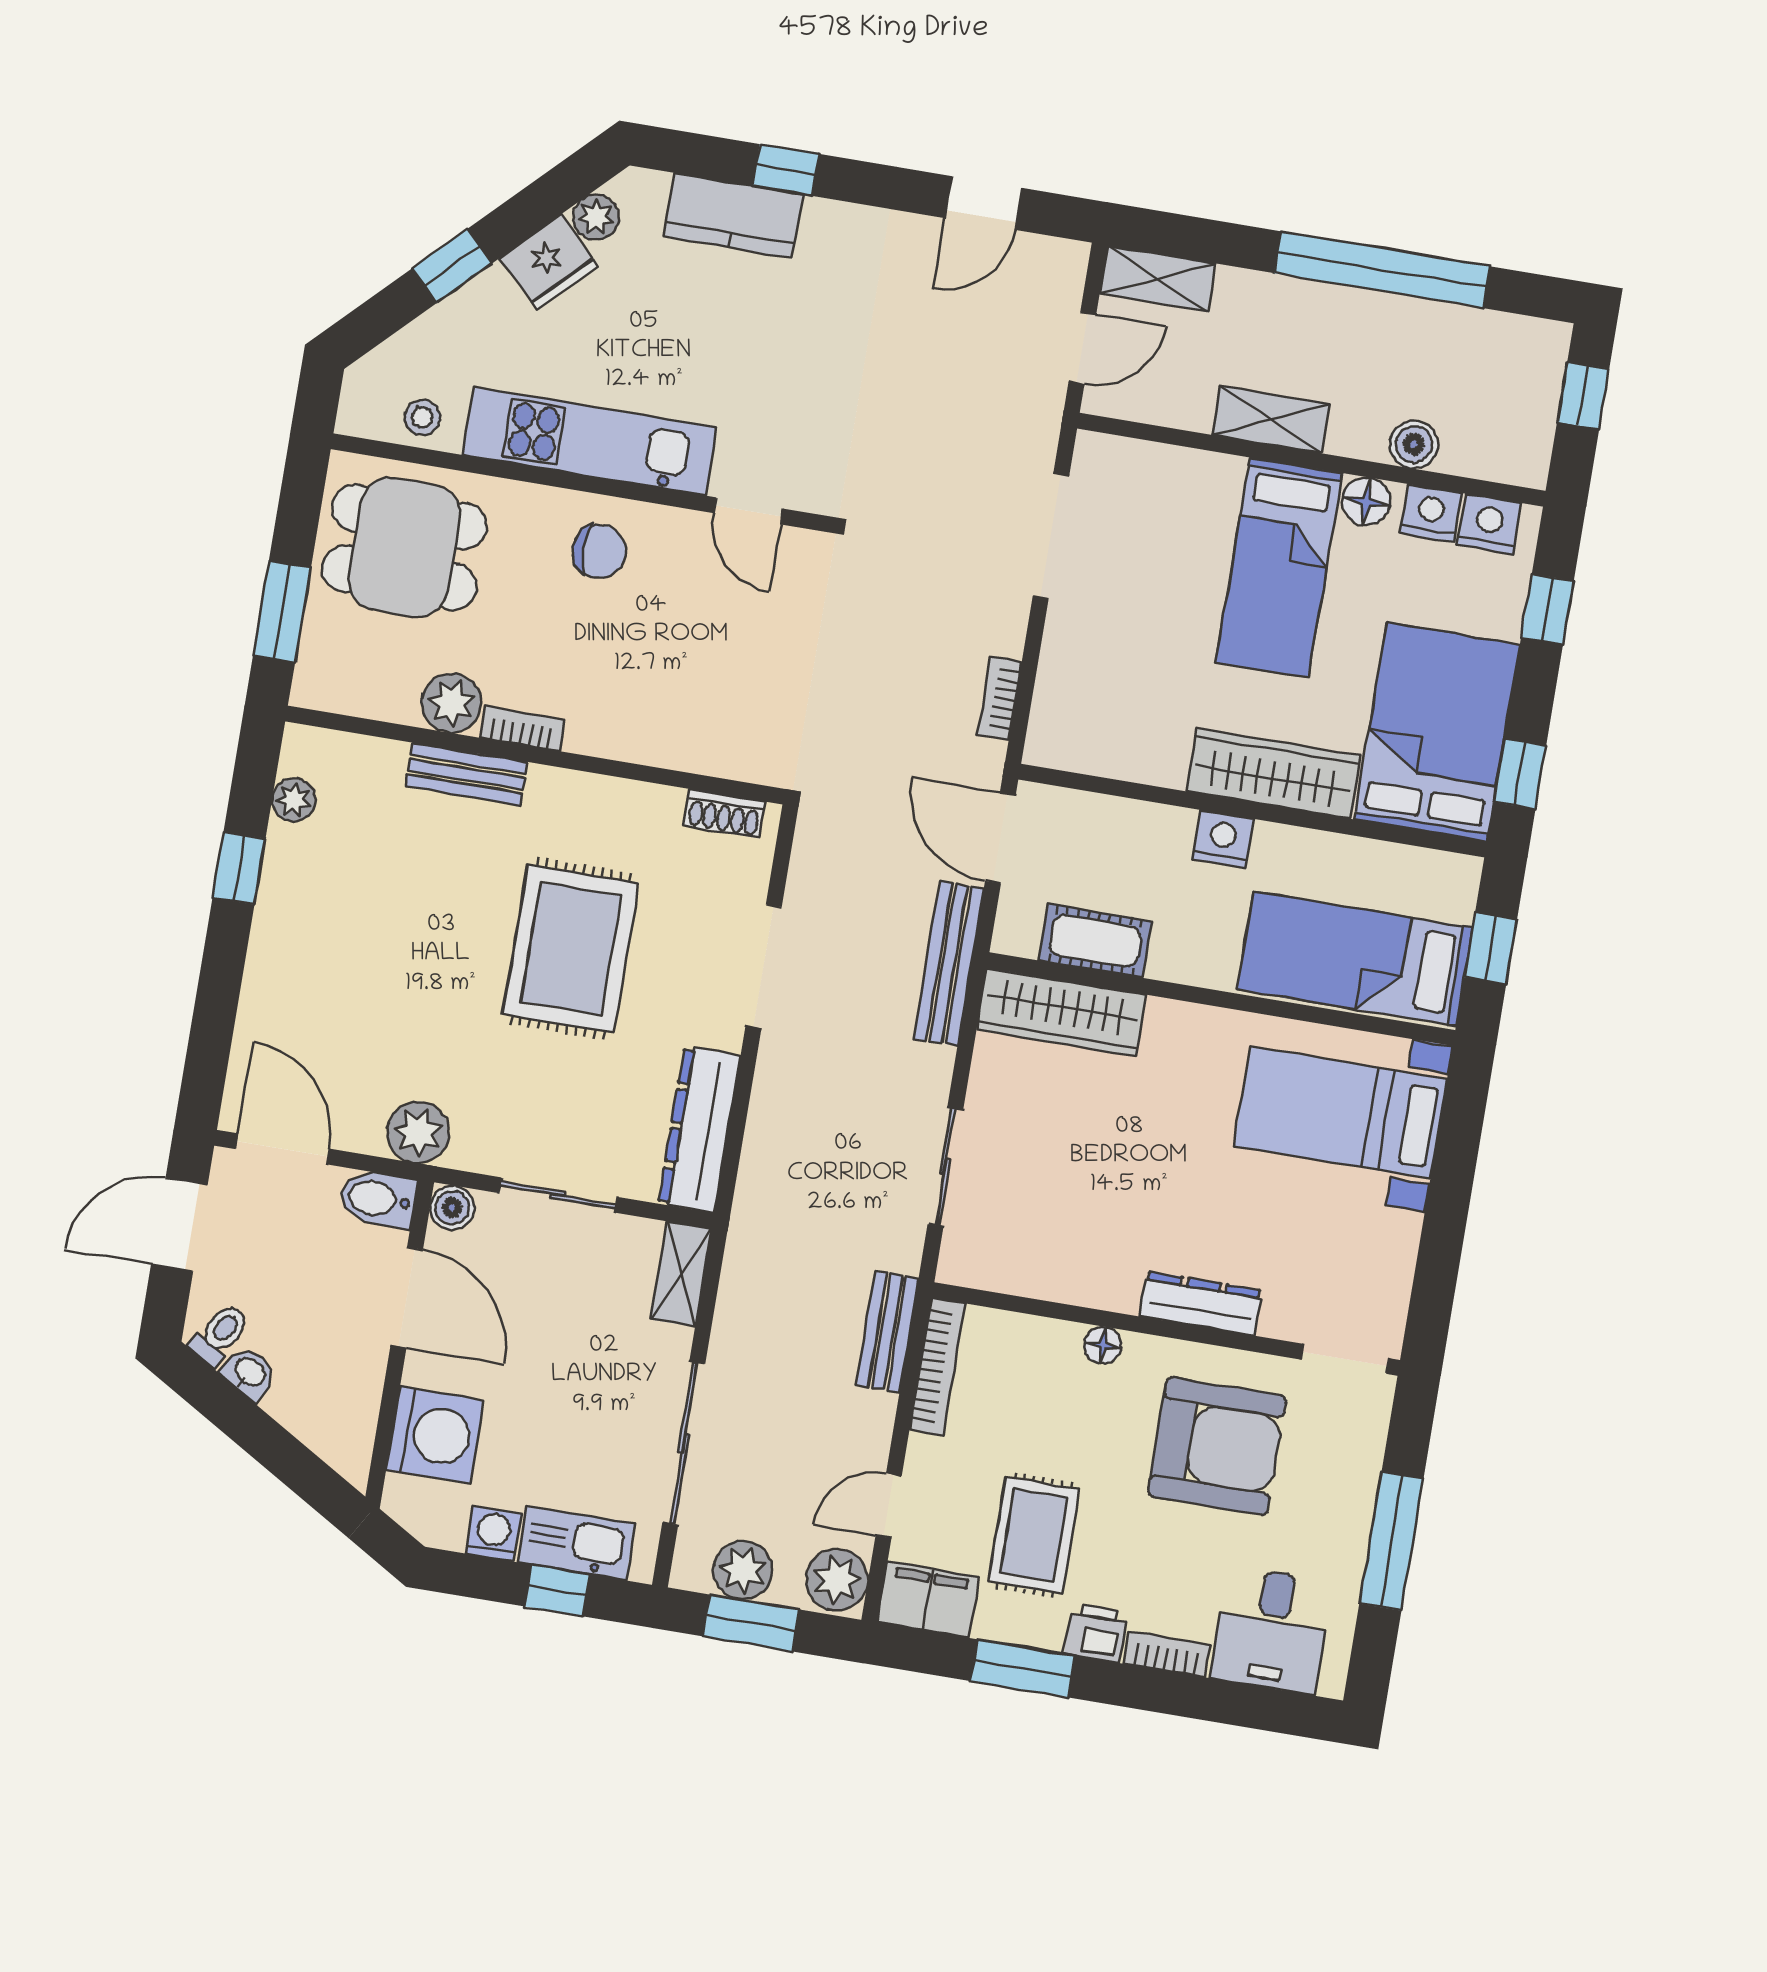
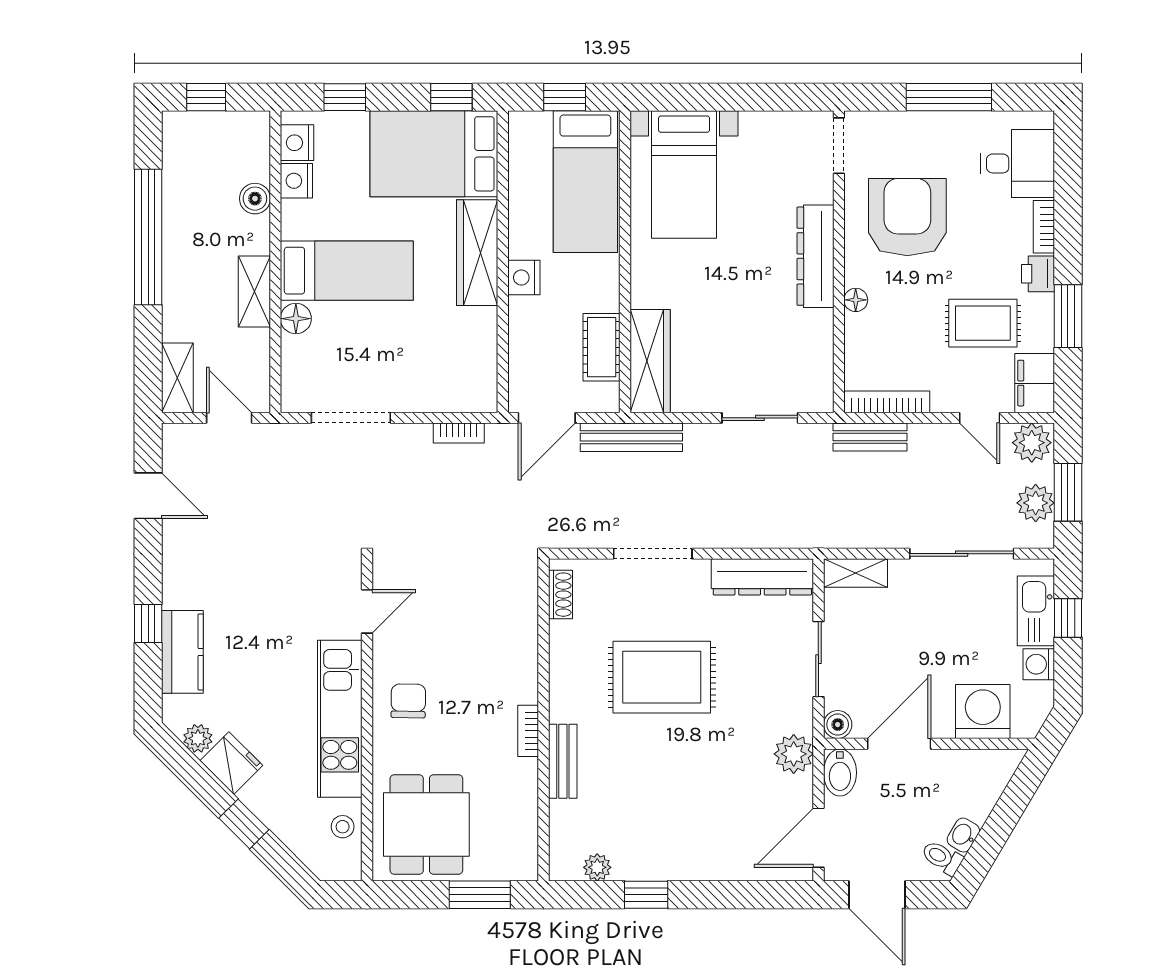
floor lamp: (1366, 501) -> (296, 319), moved
plant: (452, 703) -> (520, 778), removed
dresser: (1201, 1303) -> (815, 256), width x1.37, depth x1.24

